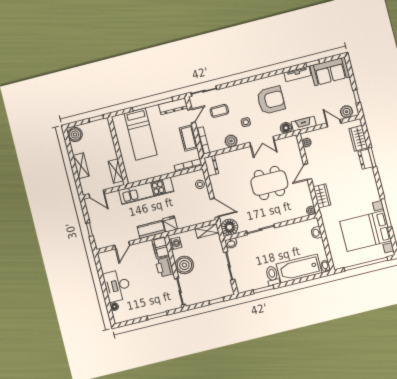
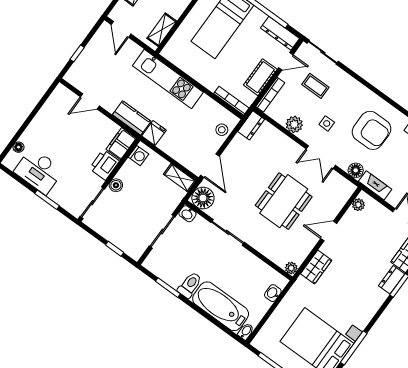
dining table: (269, 183) -> (284, 201), turned 90
boiler: (184, 265) -> (116, 185), width x0.54, depth x0.54
desk: (117, 286) -> (39, 171), moved, turned -90

